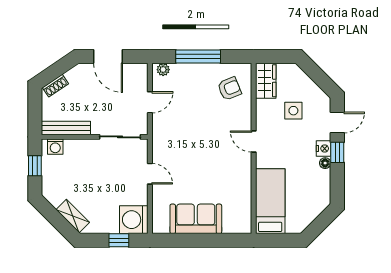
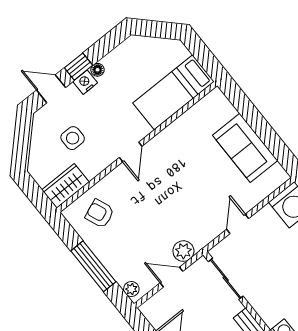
plant: (161, 124) -> (183, 251), added

